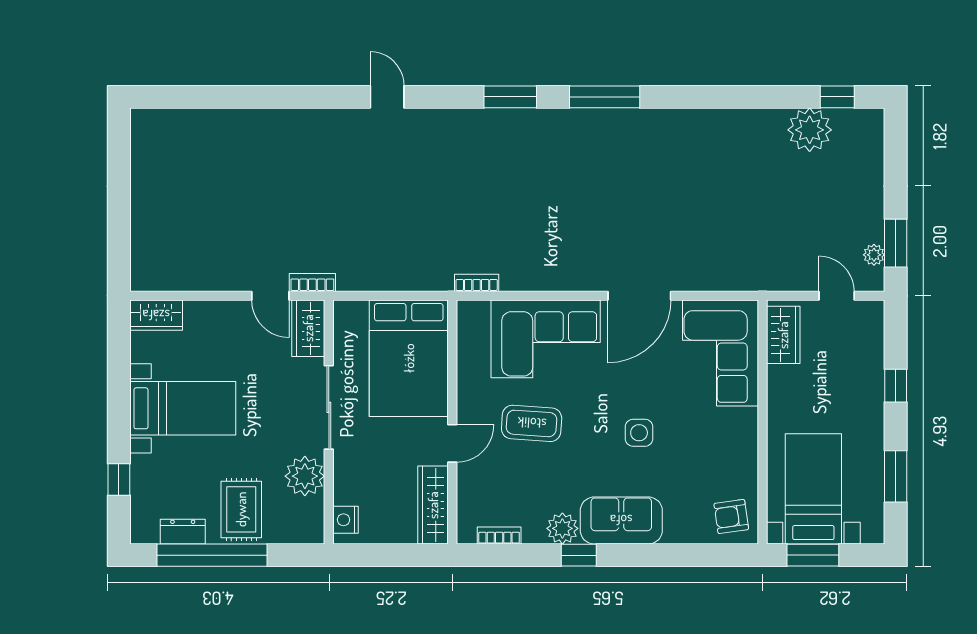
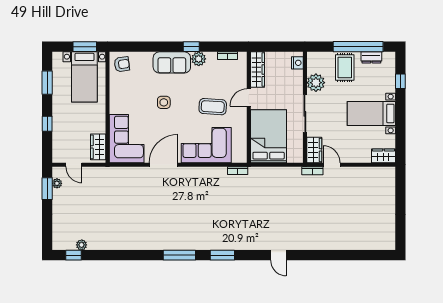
plant: (810, 130) -> (82, 245), width x0.53, depth x0.53

